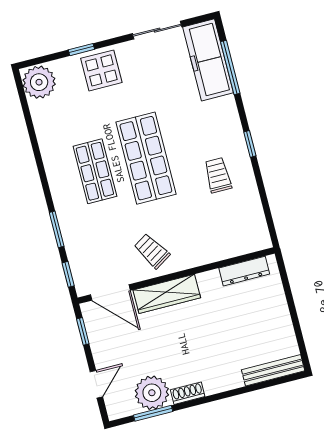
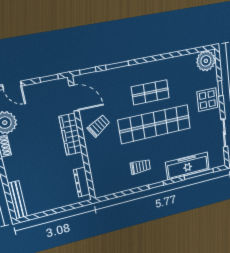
freezer: (208, 60) -> (188, 166), moved
shop shelf: (146, 158) -> (155, 124), width x1.40
door: (110, 292) -> (74, 98), swing flipped

